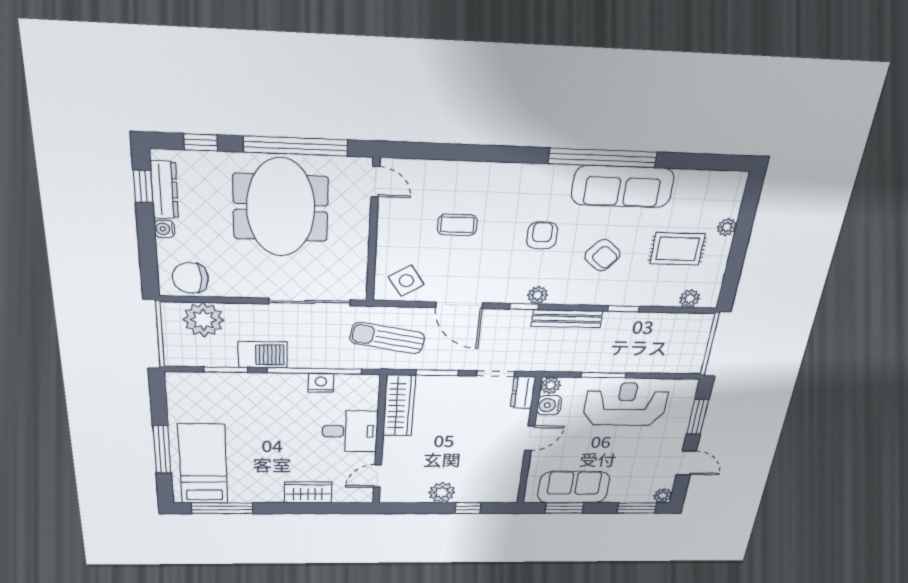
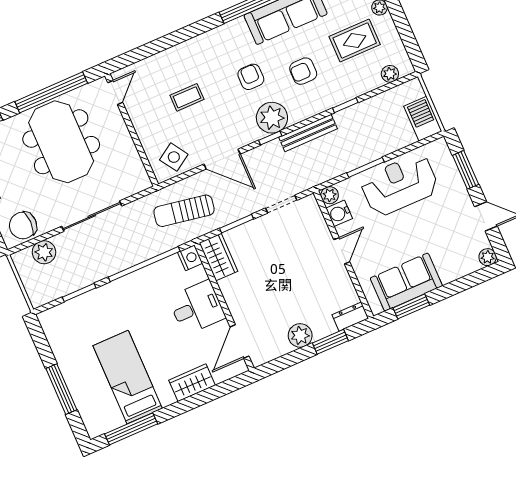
door: (375, 182) -> (115, 92), hinge flipped
armchair: (602, 255) -> (303, 71), turned 139
plant: (538, 295) -> (272, 118), width x1.88, depth x1.88
sliding door: (310, 302) -> (92, 216), moved
plant: (203, 320) -> (44, 252), width x0.73, depth x0.73
barbecue: (263, 355) -> (423, 119), moved, turned -90
nightstand: (321, 383) -> (190, 258), moved, turned 90
dresser: (523, 392) -> (350, 317), moved, turned 90
wardrobe: (399, 406) -> (218, 257), width x0.67
bed: (203, 464) -> (128, 377), moved
door: (378, 476) -> (240, 342), width x1.38
window: (468, 508) -> (330, 342), width x1.50
window: (637, 508) -> (473, 279), removed

